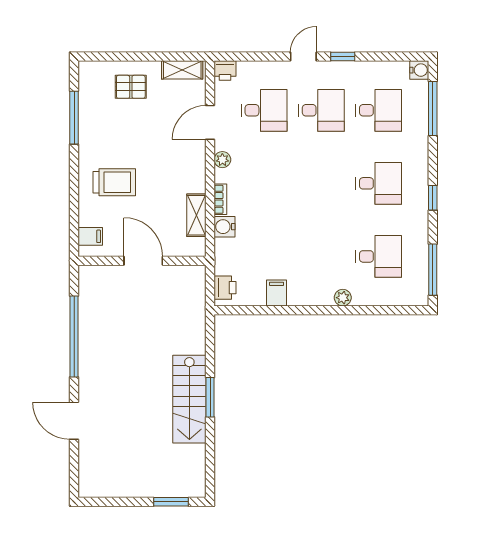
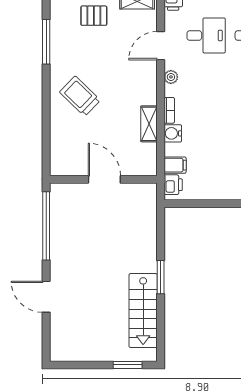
trolley: (114, 182) -> (80, 96), turned -136
filing cabinet: (90, 236) -> (60, 142), removed
wall: (142, 261) -> (103, 179), moved
door: (143, 261) -> (104, 179), moved
filing cabinet: (277, 293) -> (175, 165), moved, turned 90
stairs: (189, 399) -> (143, 311), moved

